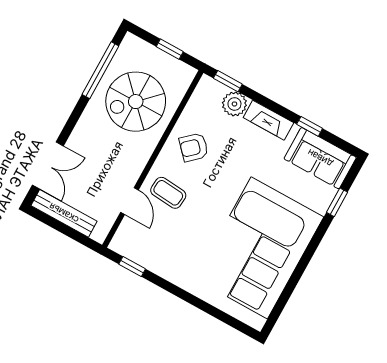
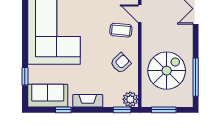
window: (170, 49) -> (164, 110), width x1.50
plant: (234, 104) -> (130, 99), moved

